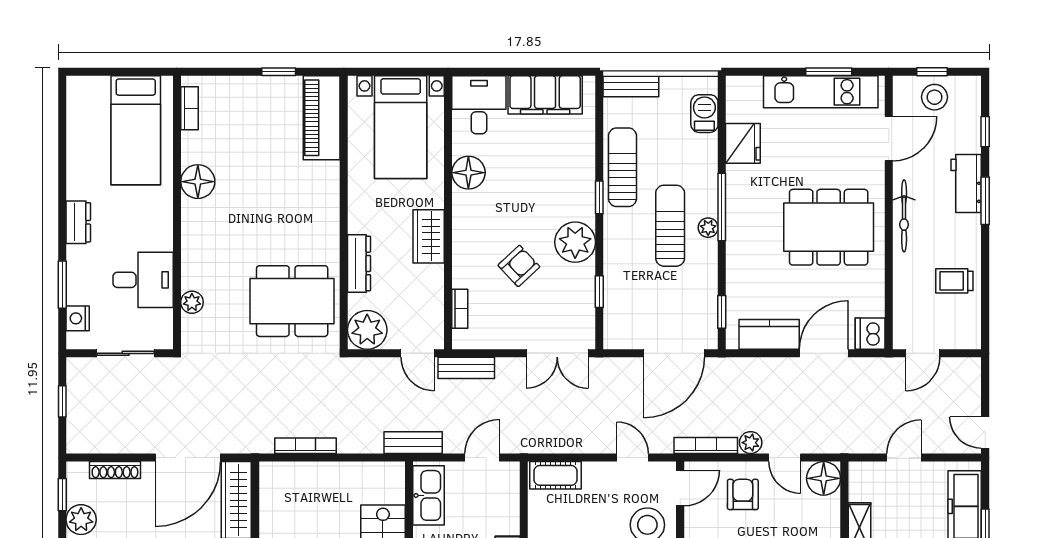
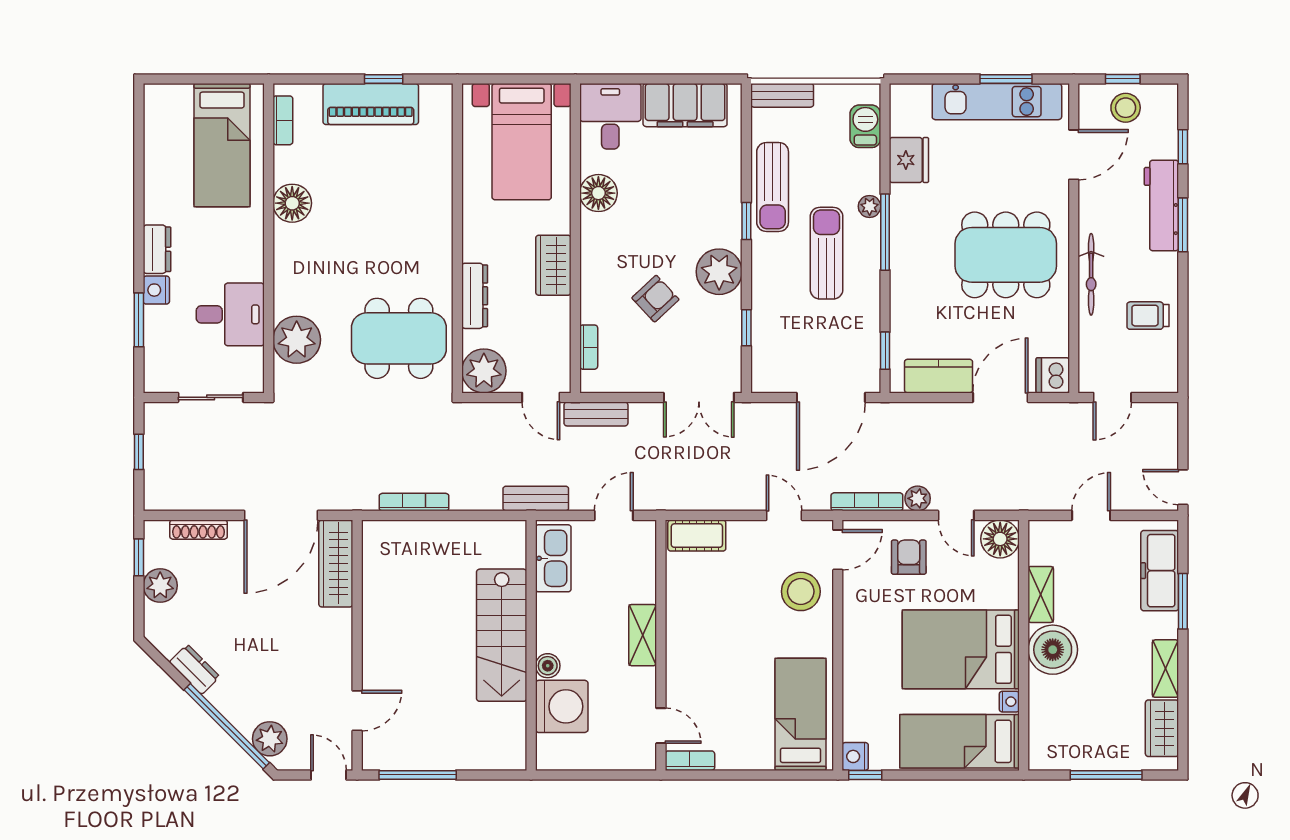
piano: (322, 118) -> (371, 104), moved, turned -90
sun lounger: (622, 167) -> (773, 187), turned 180
workbench: (966, 184) -> (1161, 205), width x1.38
bicycle: (904, 216) -> (1091, 274), moved
plant: (708, 228) -> (870, 206), moved
plant: (192, 302) -> (297, 340), width x1.88, depth x1.88
nightstand: (78, 318) -> (156, 290), moved

